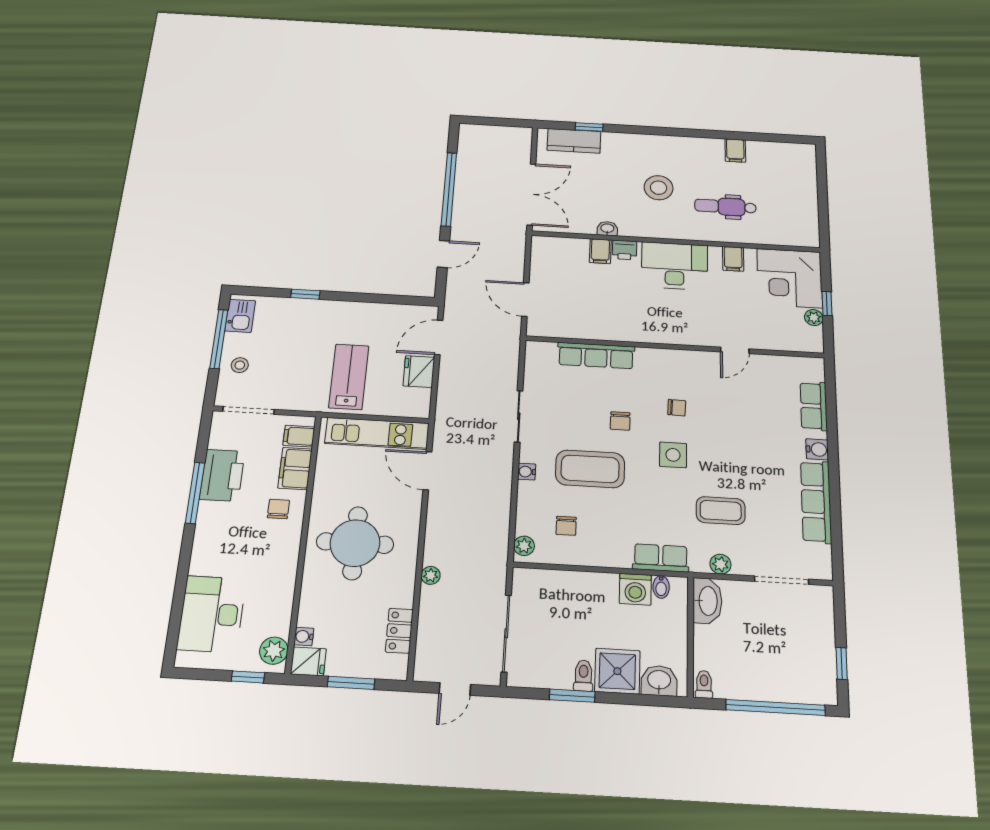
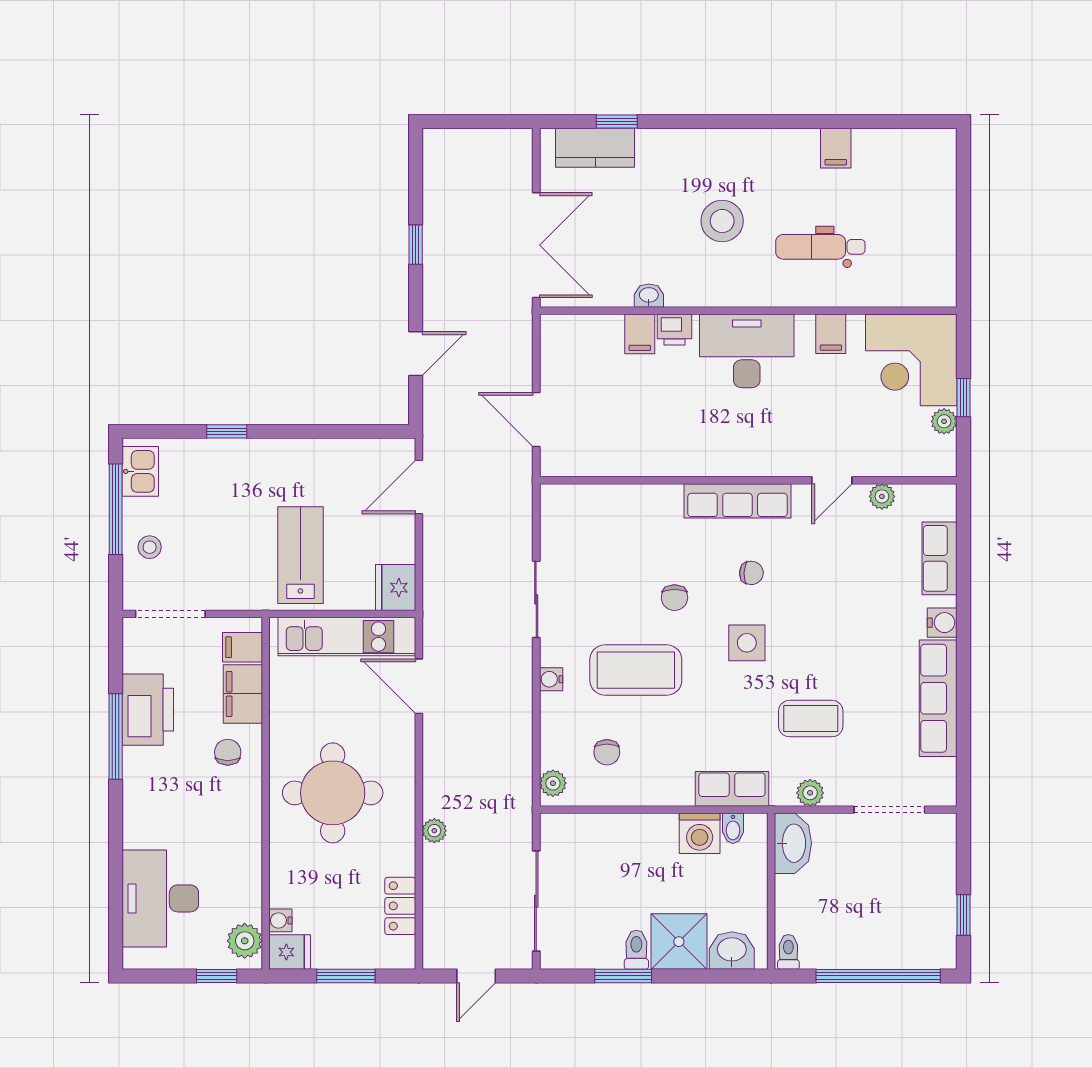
window: (449, 189) -> (416, 245), width x0.32
row of seats: (596, 356) -> (737, 501), moved
plant: (771, 363) -> (882, 496), added
fridge: (419, 372) -> (396, 588), moved

